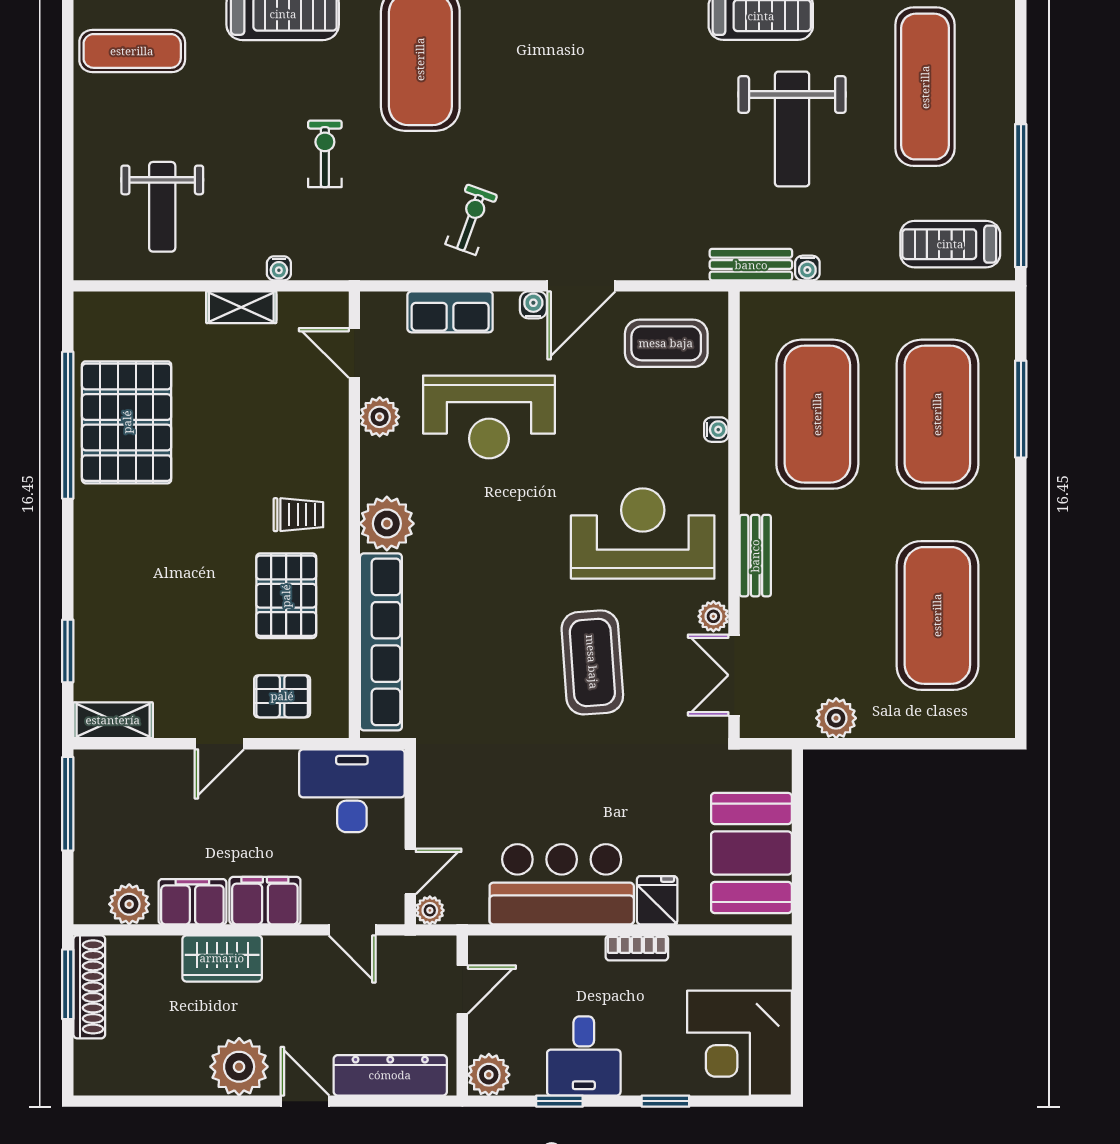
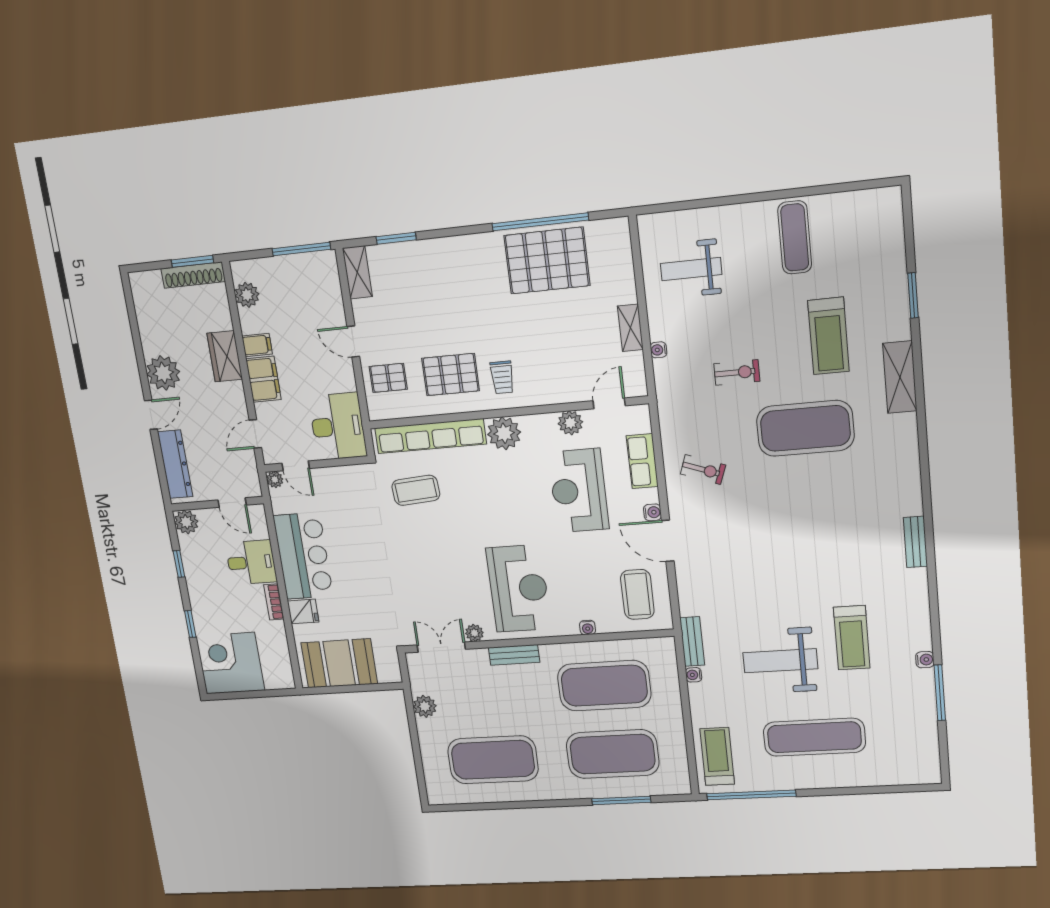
coffee table: (592, 662) -> (416, 490), moved, width x0.73, depth x0.76
pallet: (282, 696) -> (388, 378), turned 90
filing cabinet: (192, 902) -> (257, 345), width x0.50
desk: (584, 1056) -> (251, 562), moved, turned 180

